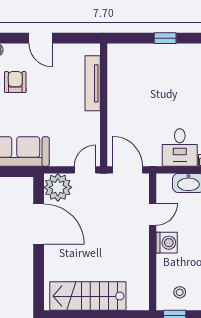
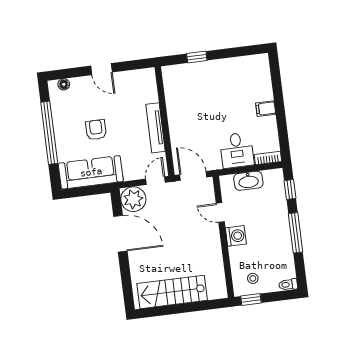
window: (165, 38) -> (197, 57), moved
armchair: (15, 82) -> (96, 130), moved
tv unit: (93, 83) -> (156, 128), moved
door: (153, 214) -> (220, 213), swing flipped

